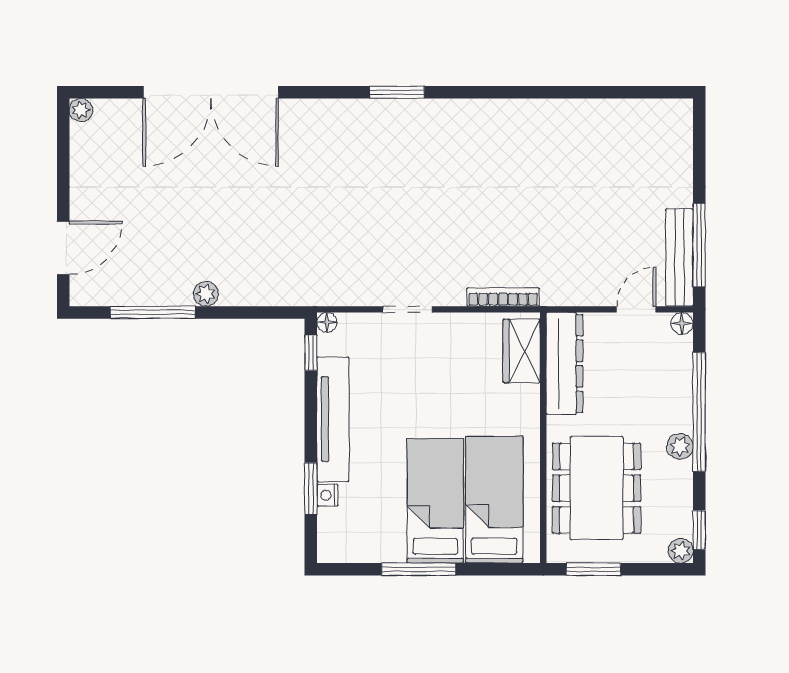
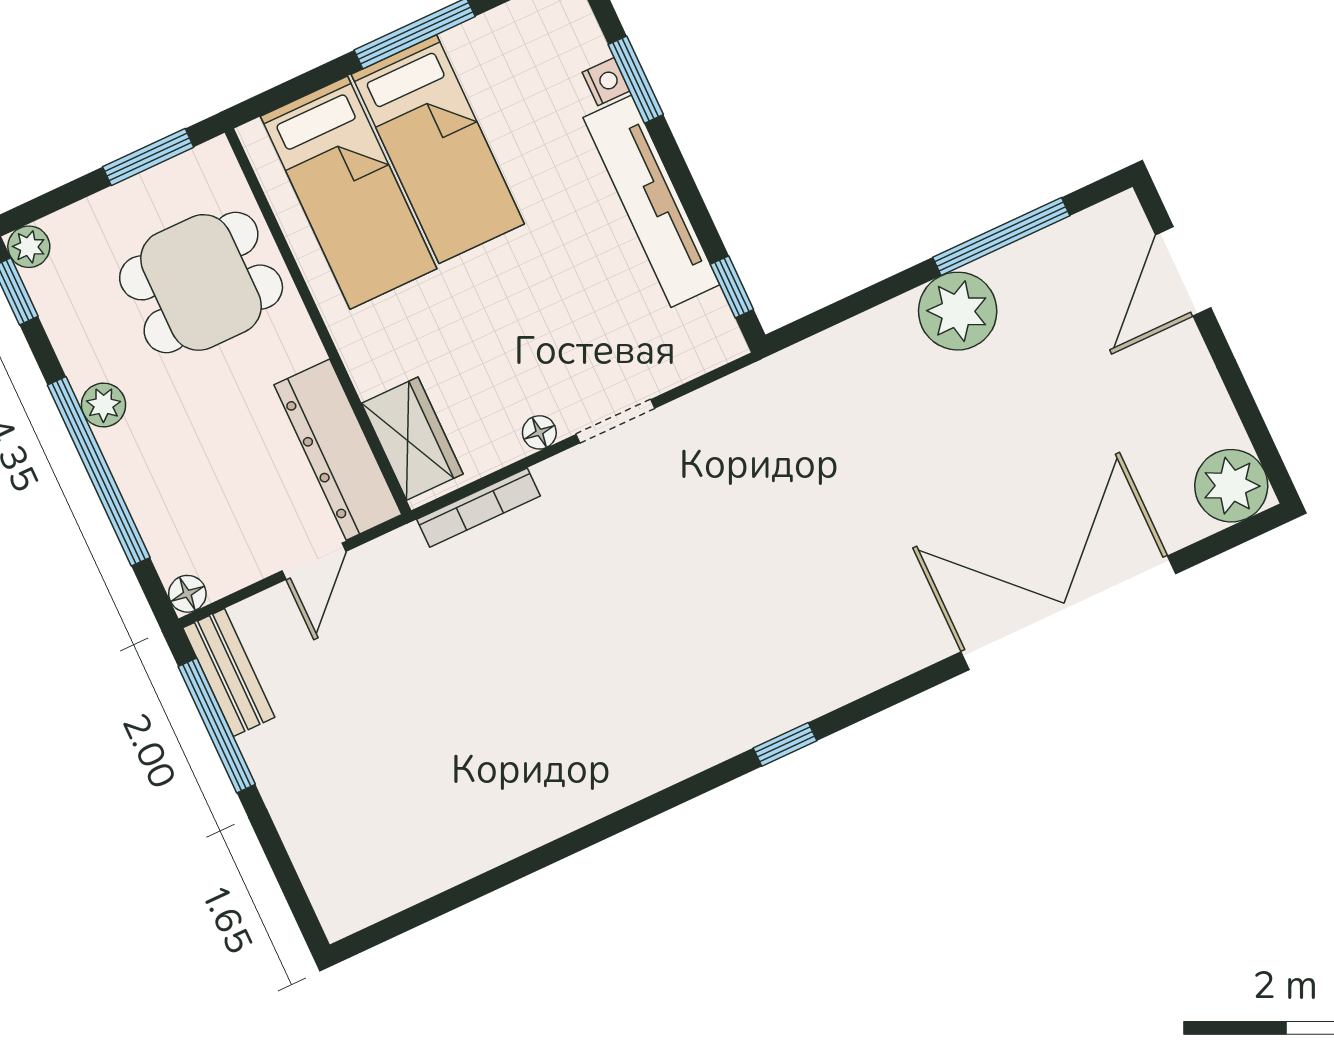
window: (397, 92) -> (785, 744), width x0.67
plant: (81, 110) -> (1231, 486), width x1.88, depth x1.88
bench: (679, 257) -> (229, 673), width x0.73
plant: (206, 294) -> (958, 311), width x1.88, depth x1.88
door: (636, 309) -> (314, 561), moved
floor lamp: (327, 322) -> (539, 432), moved
dining table: (597, 488) -> (201, 282), width x0.73

